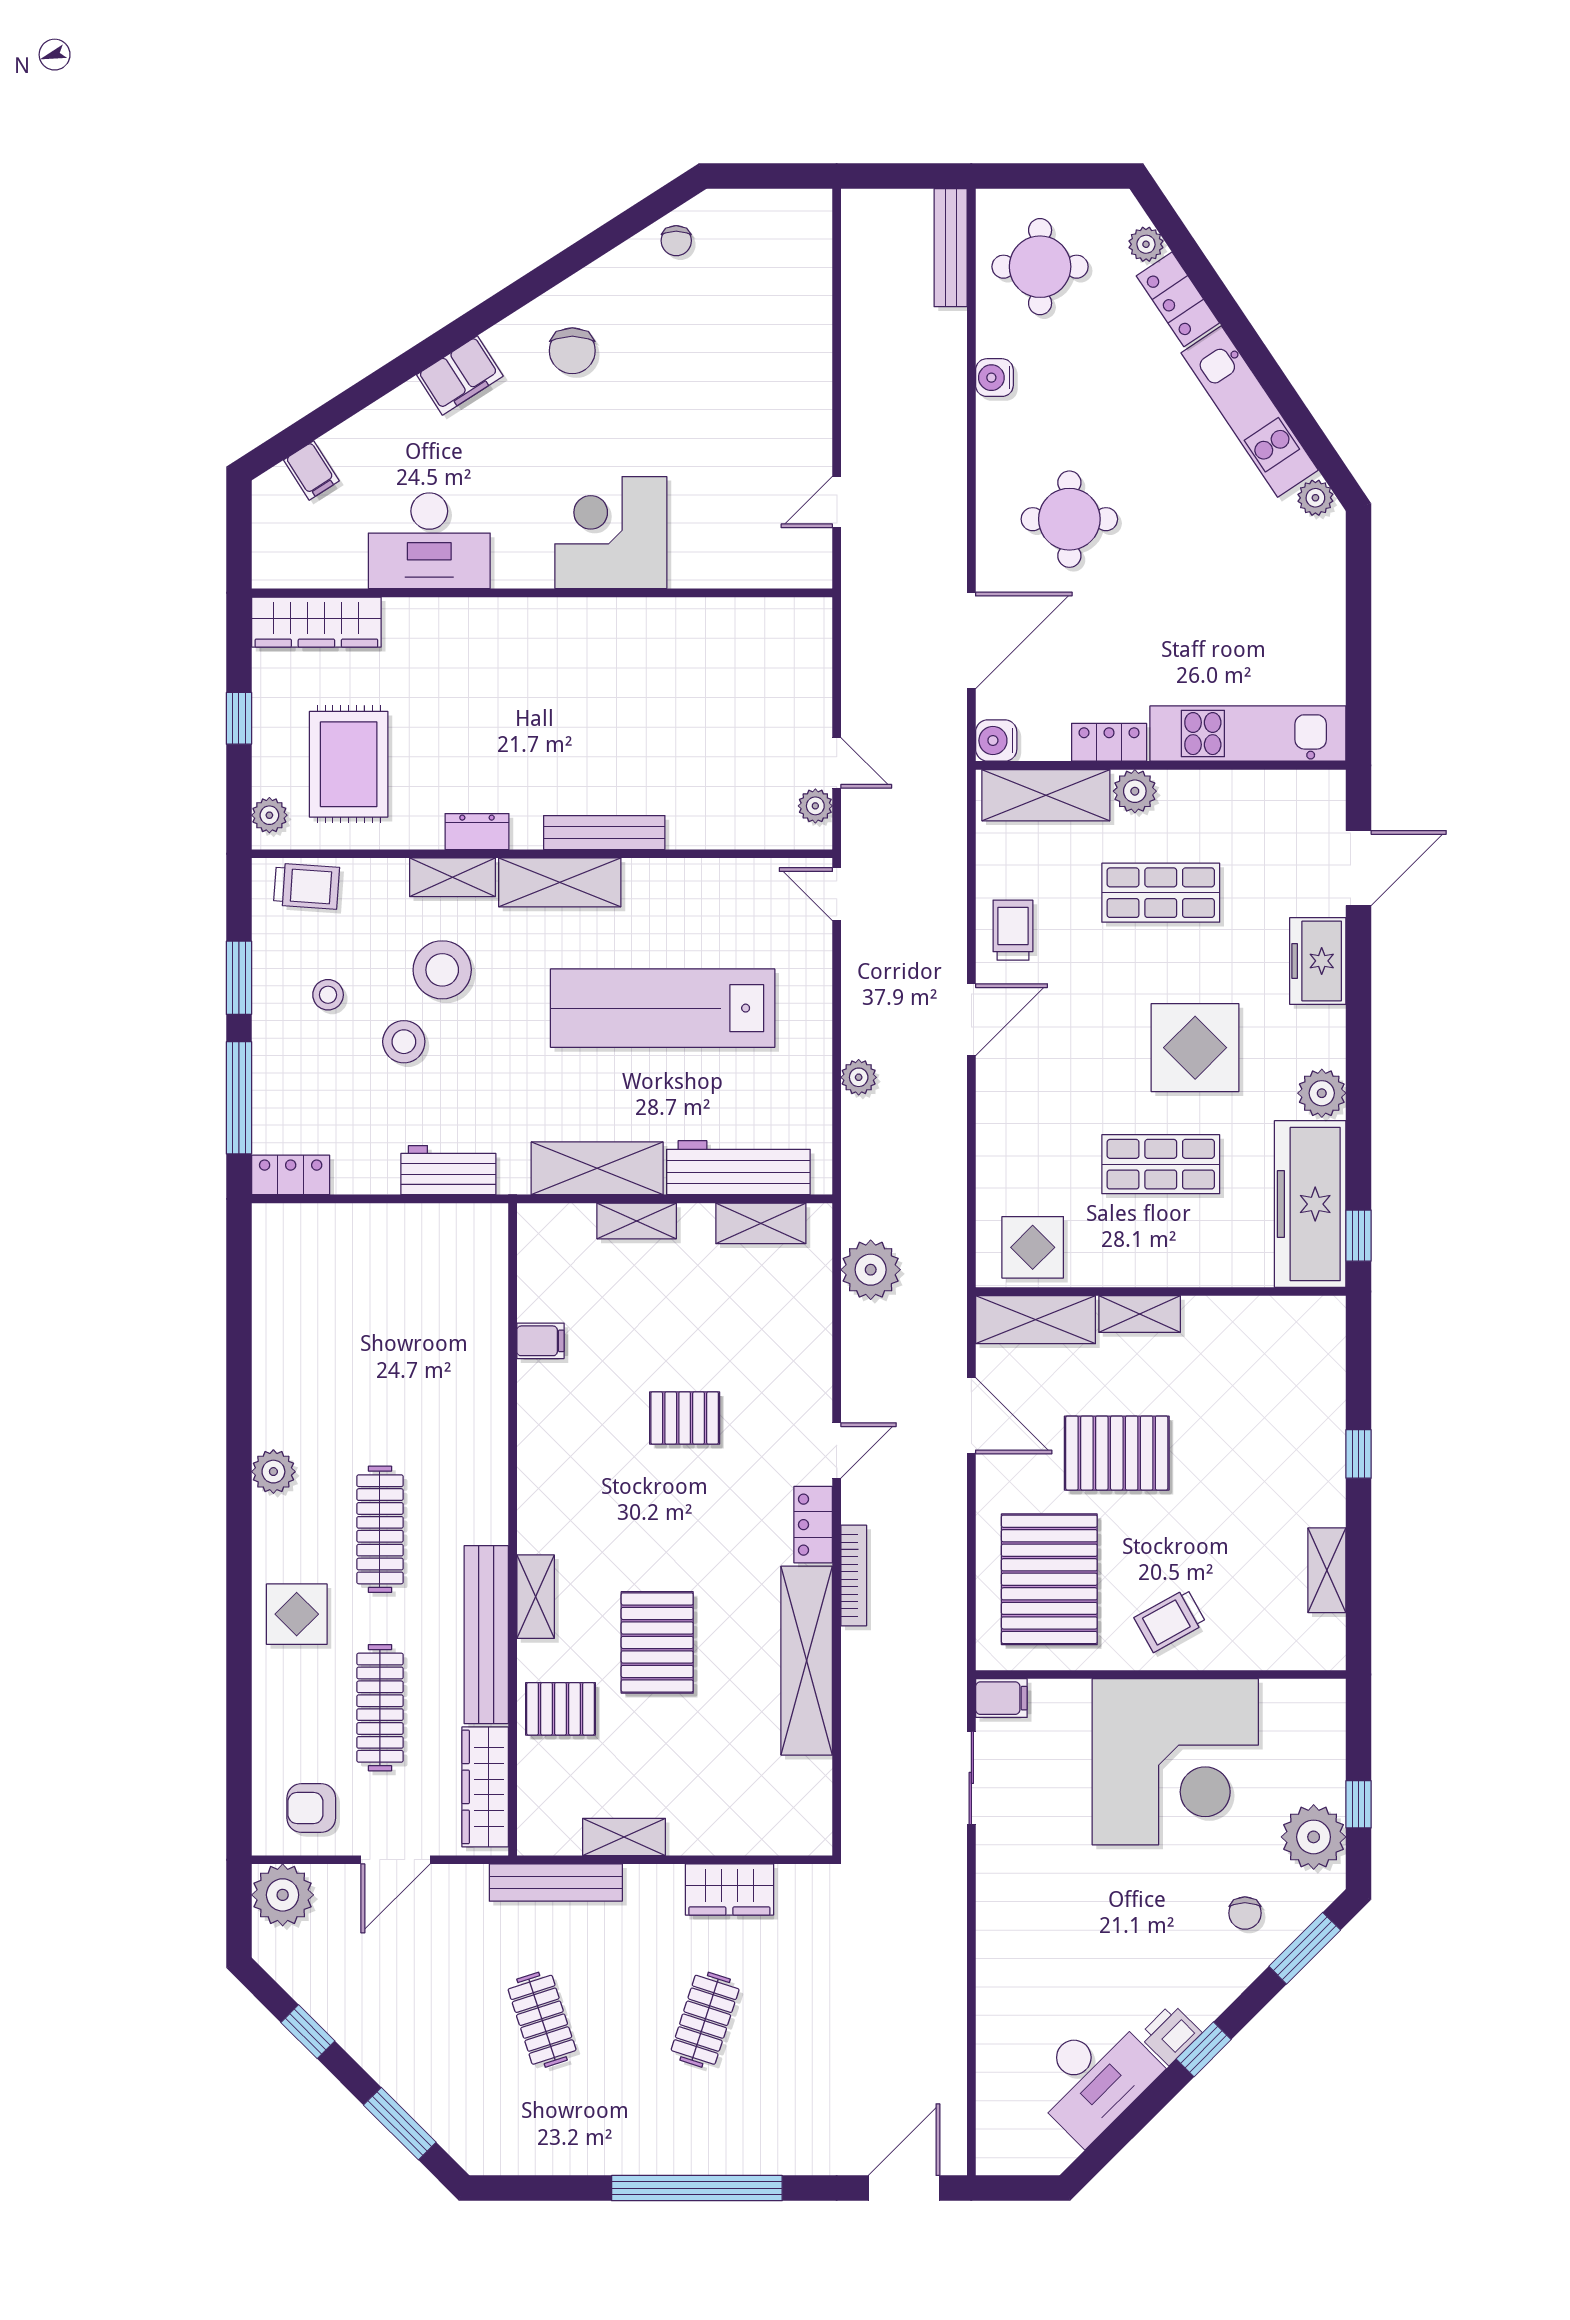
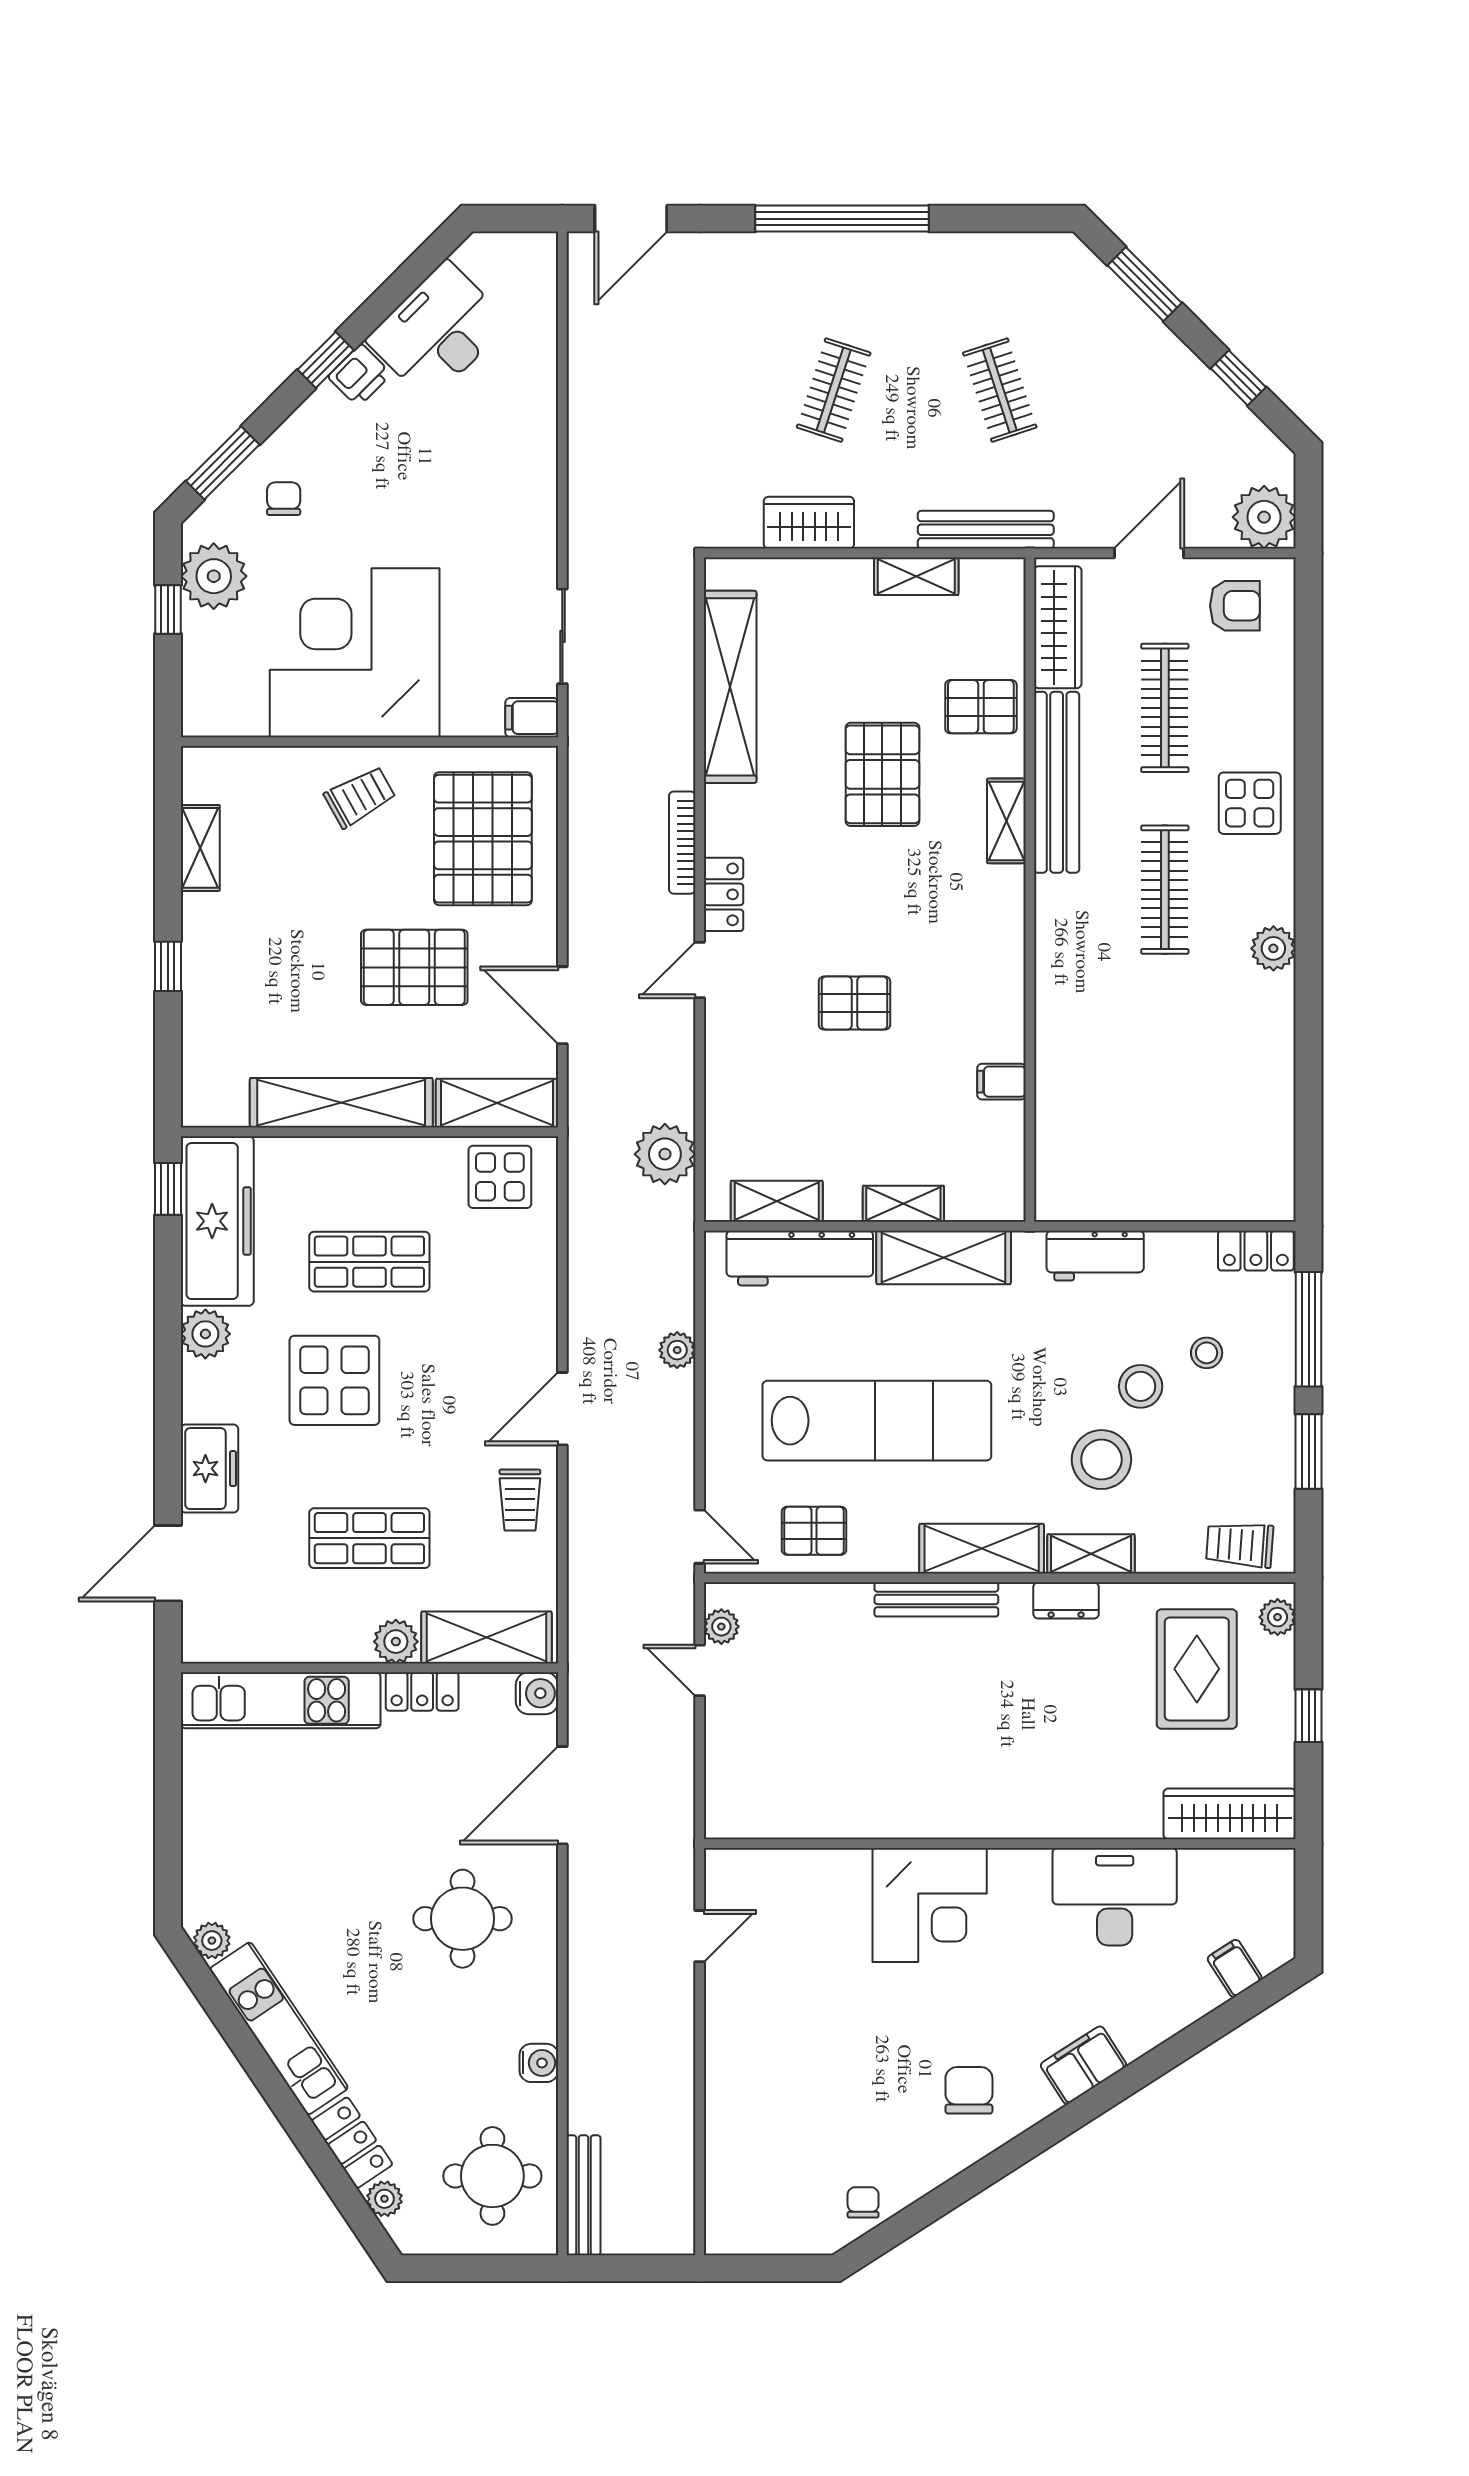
pallet: (724, 900) -> (814, 1531), added
stool: (328, 995) -> (1207, 1353), moved
shelving: (1140, 1314) -> (341, 1103), width x2.20, depth x1.33
shelving: (807, 1661) -> (730, 687), moved

